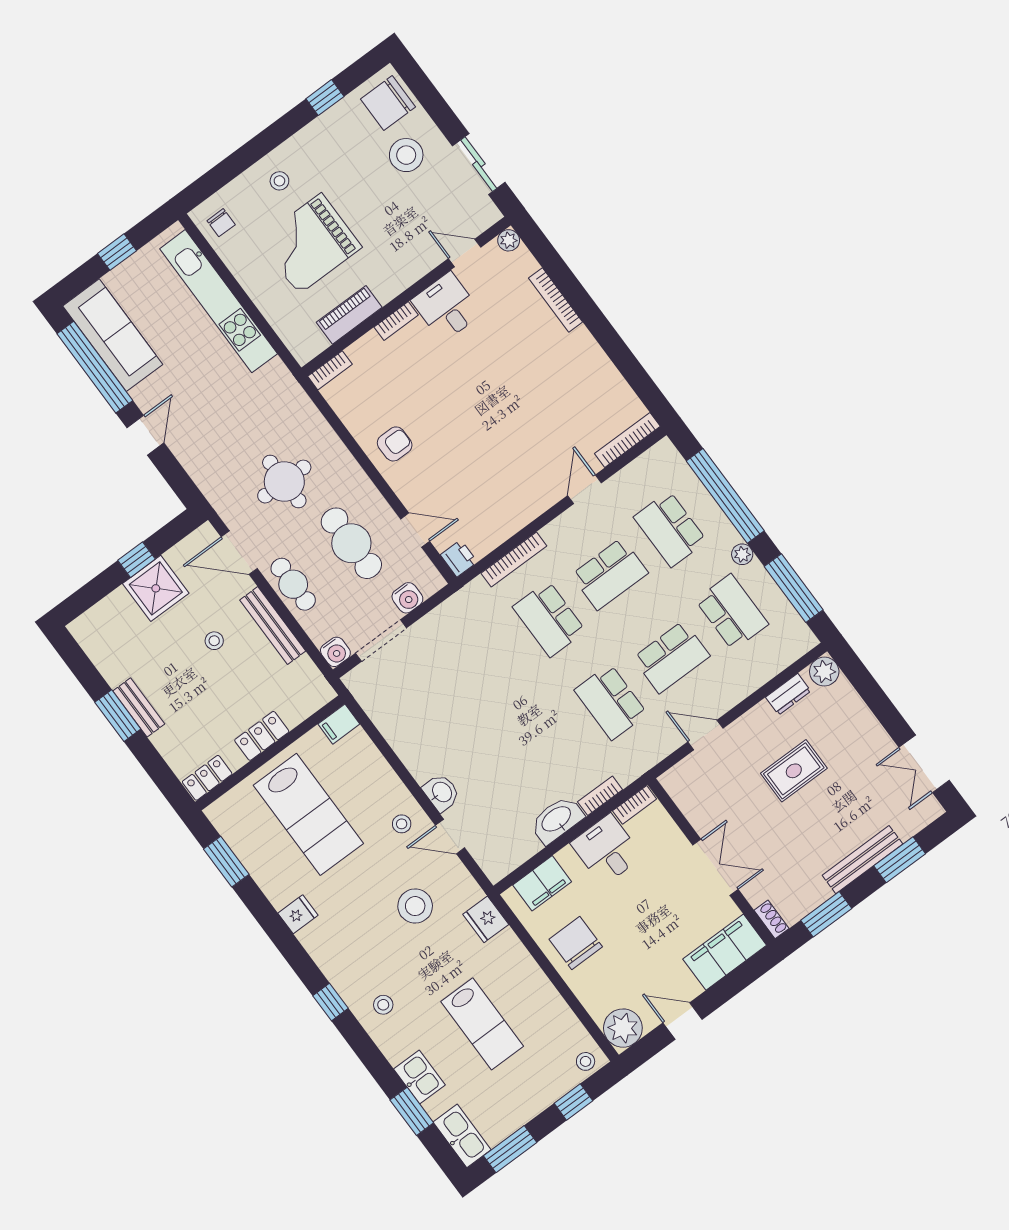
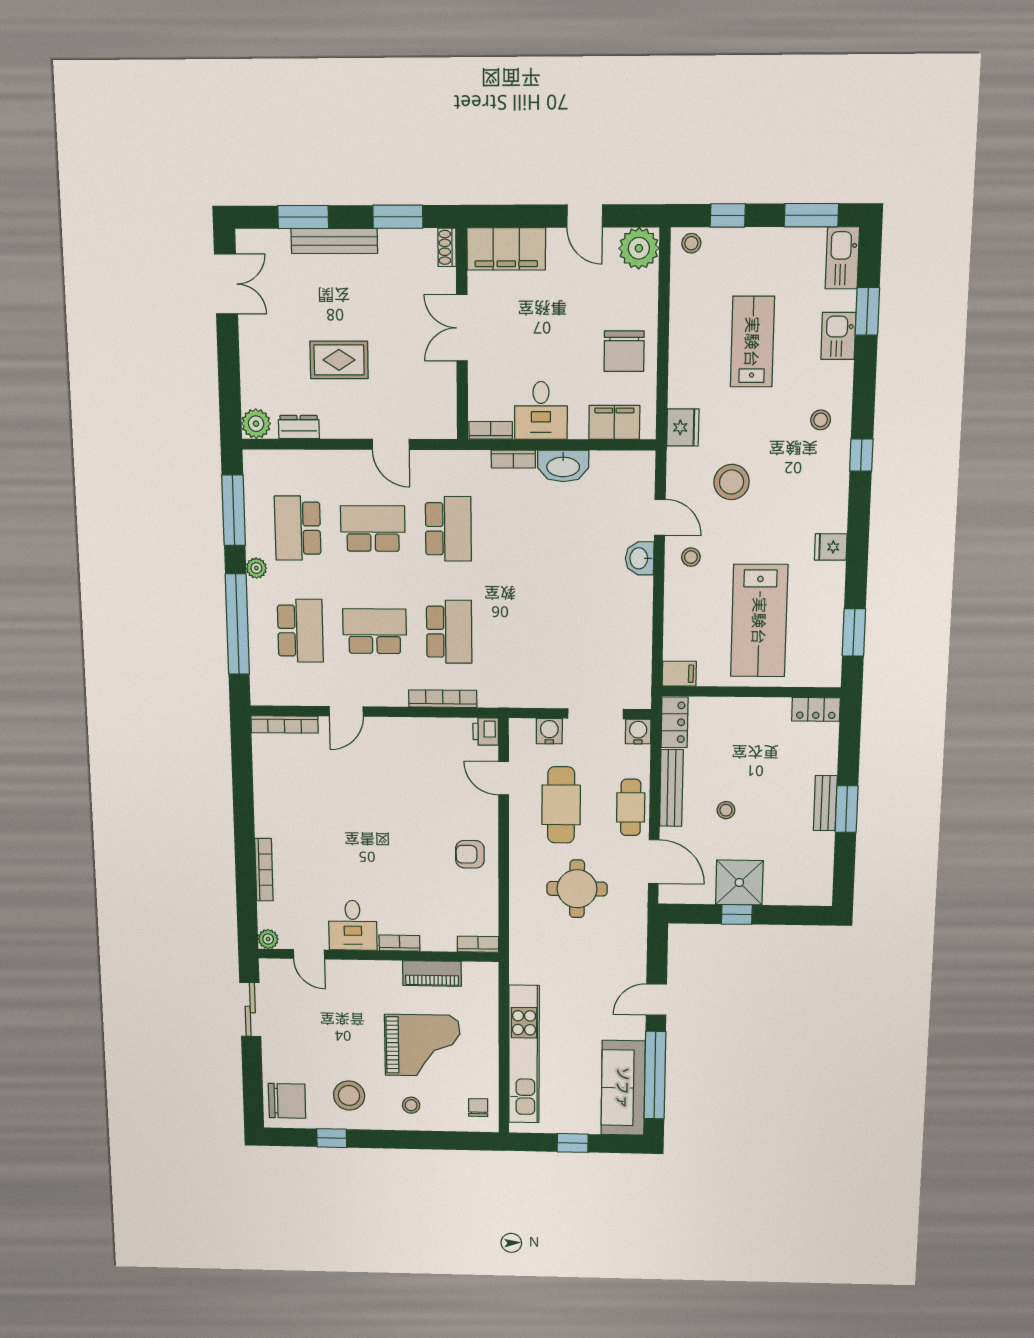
stool: (406, 155) -> (349, 1095), moved
locker: (262, 736) -> (675, 722), moved, turned -90
lab bench: (308, 814) -> (759, 621), turned 180

